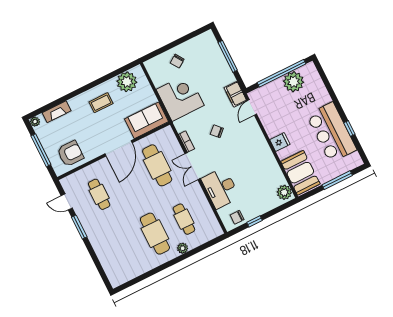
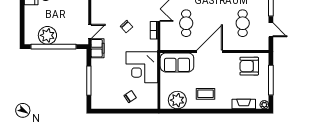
cafe table: (157, 165) -> (186, 23), width x0.73, depth x0.74

